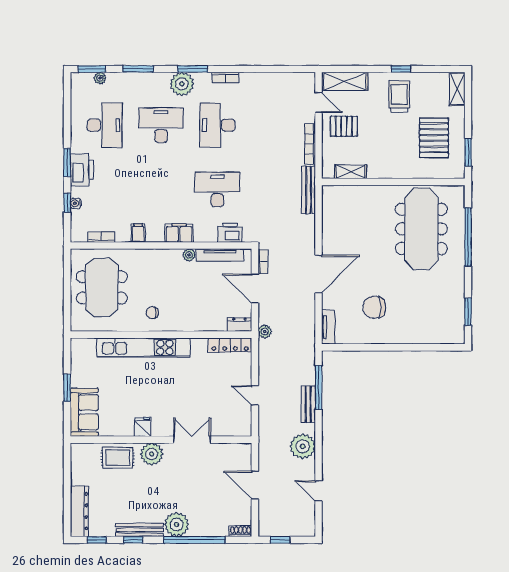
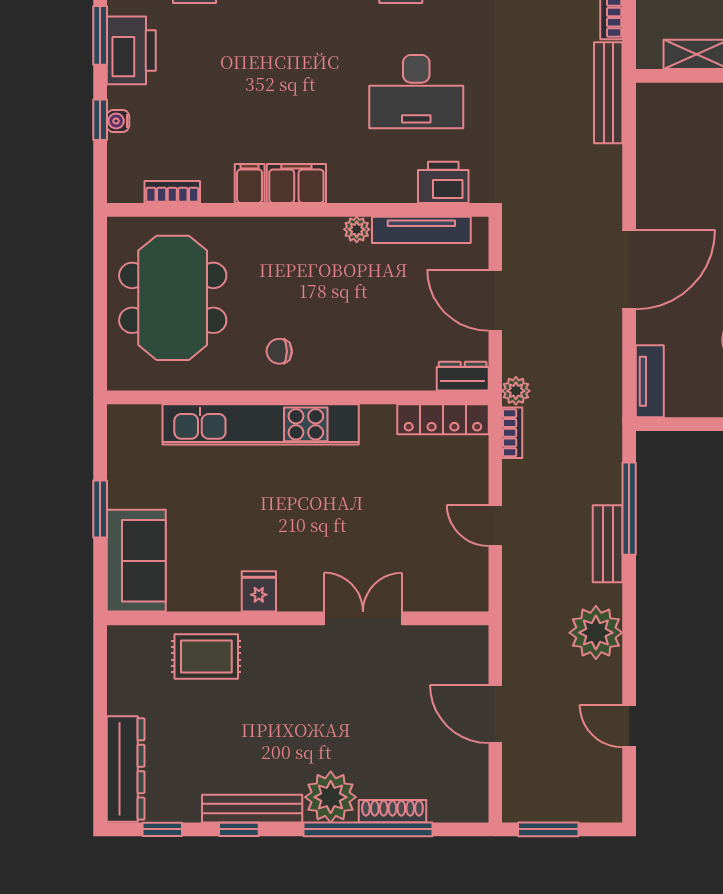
desk: (217, 189) -> (416, 92), turned 180
filing cabinet: (179, 233) -> (296, 184), moved
bookcase: (263, 262) -> (512, 433), moved
plant: (152, 454) -> (278, 649), removed
shoe rack: (241, 531) -> (392, 811), moved, width x1.43
window: (280, 540) -> (548, 829), width x1.50

